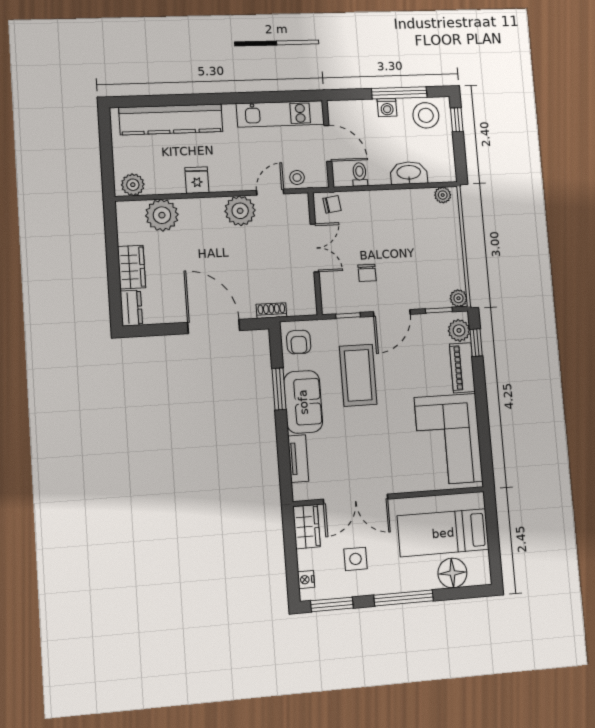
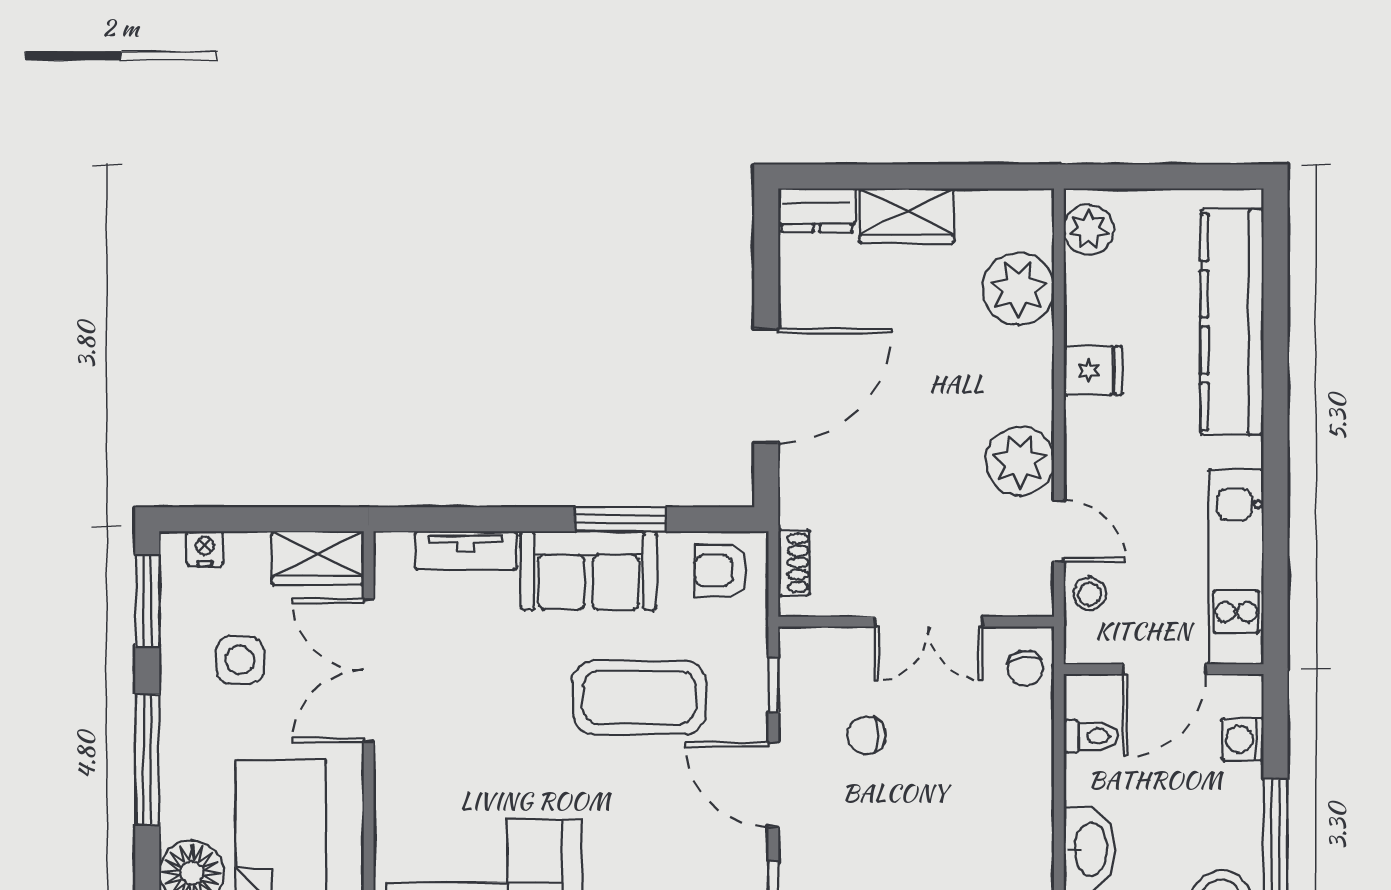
washing machine: (387, 107) -> (1243, 739), moved
shoe rack: (271, 311) -> (794, 563), moved

